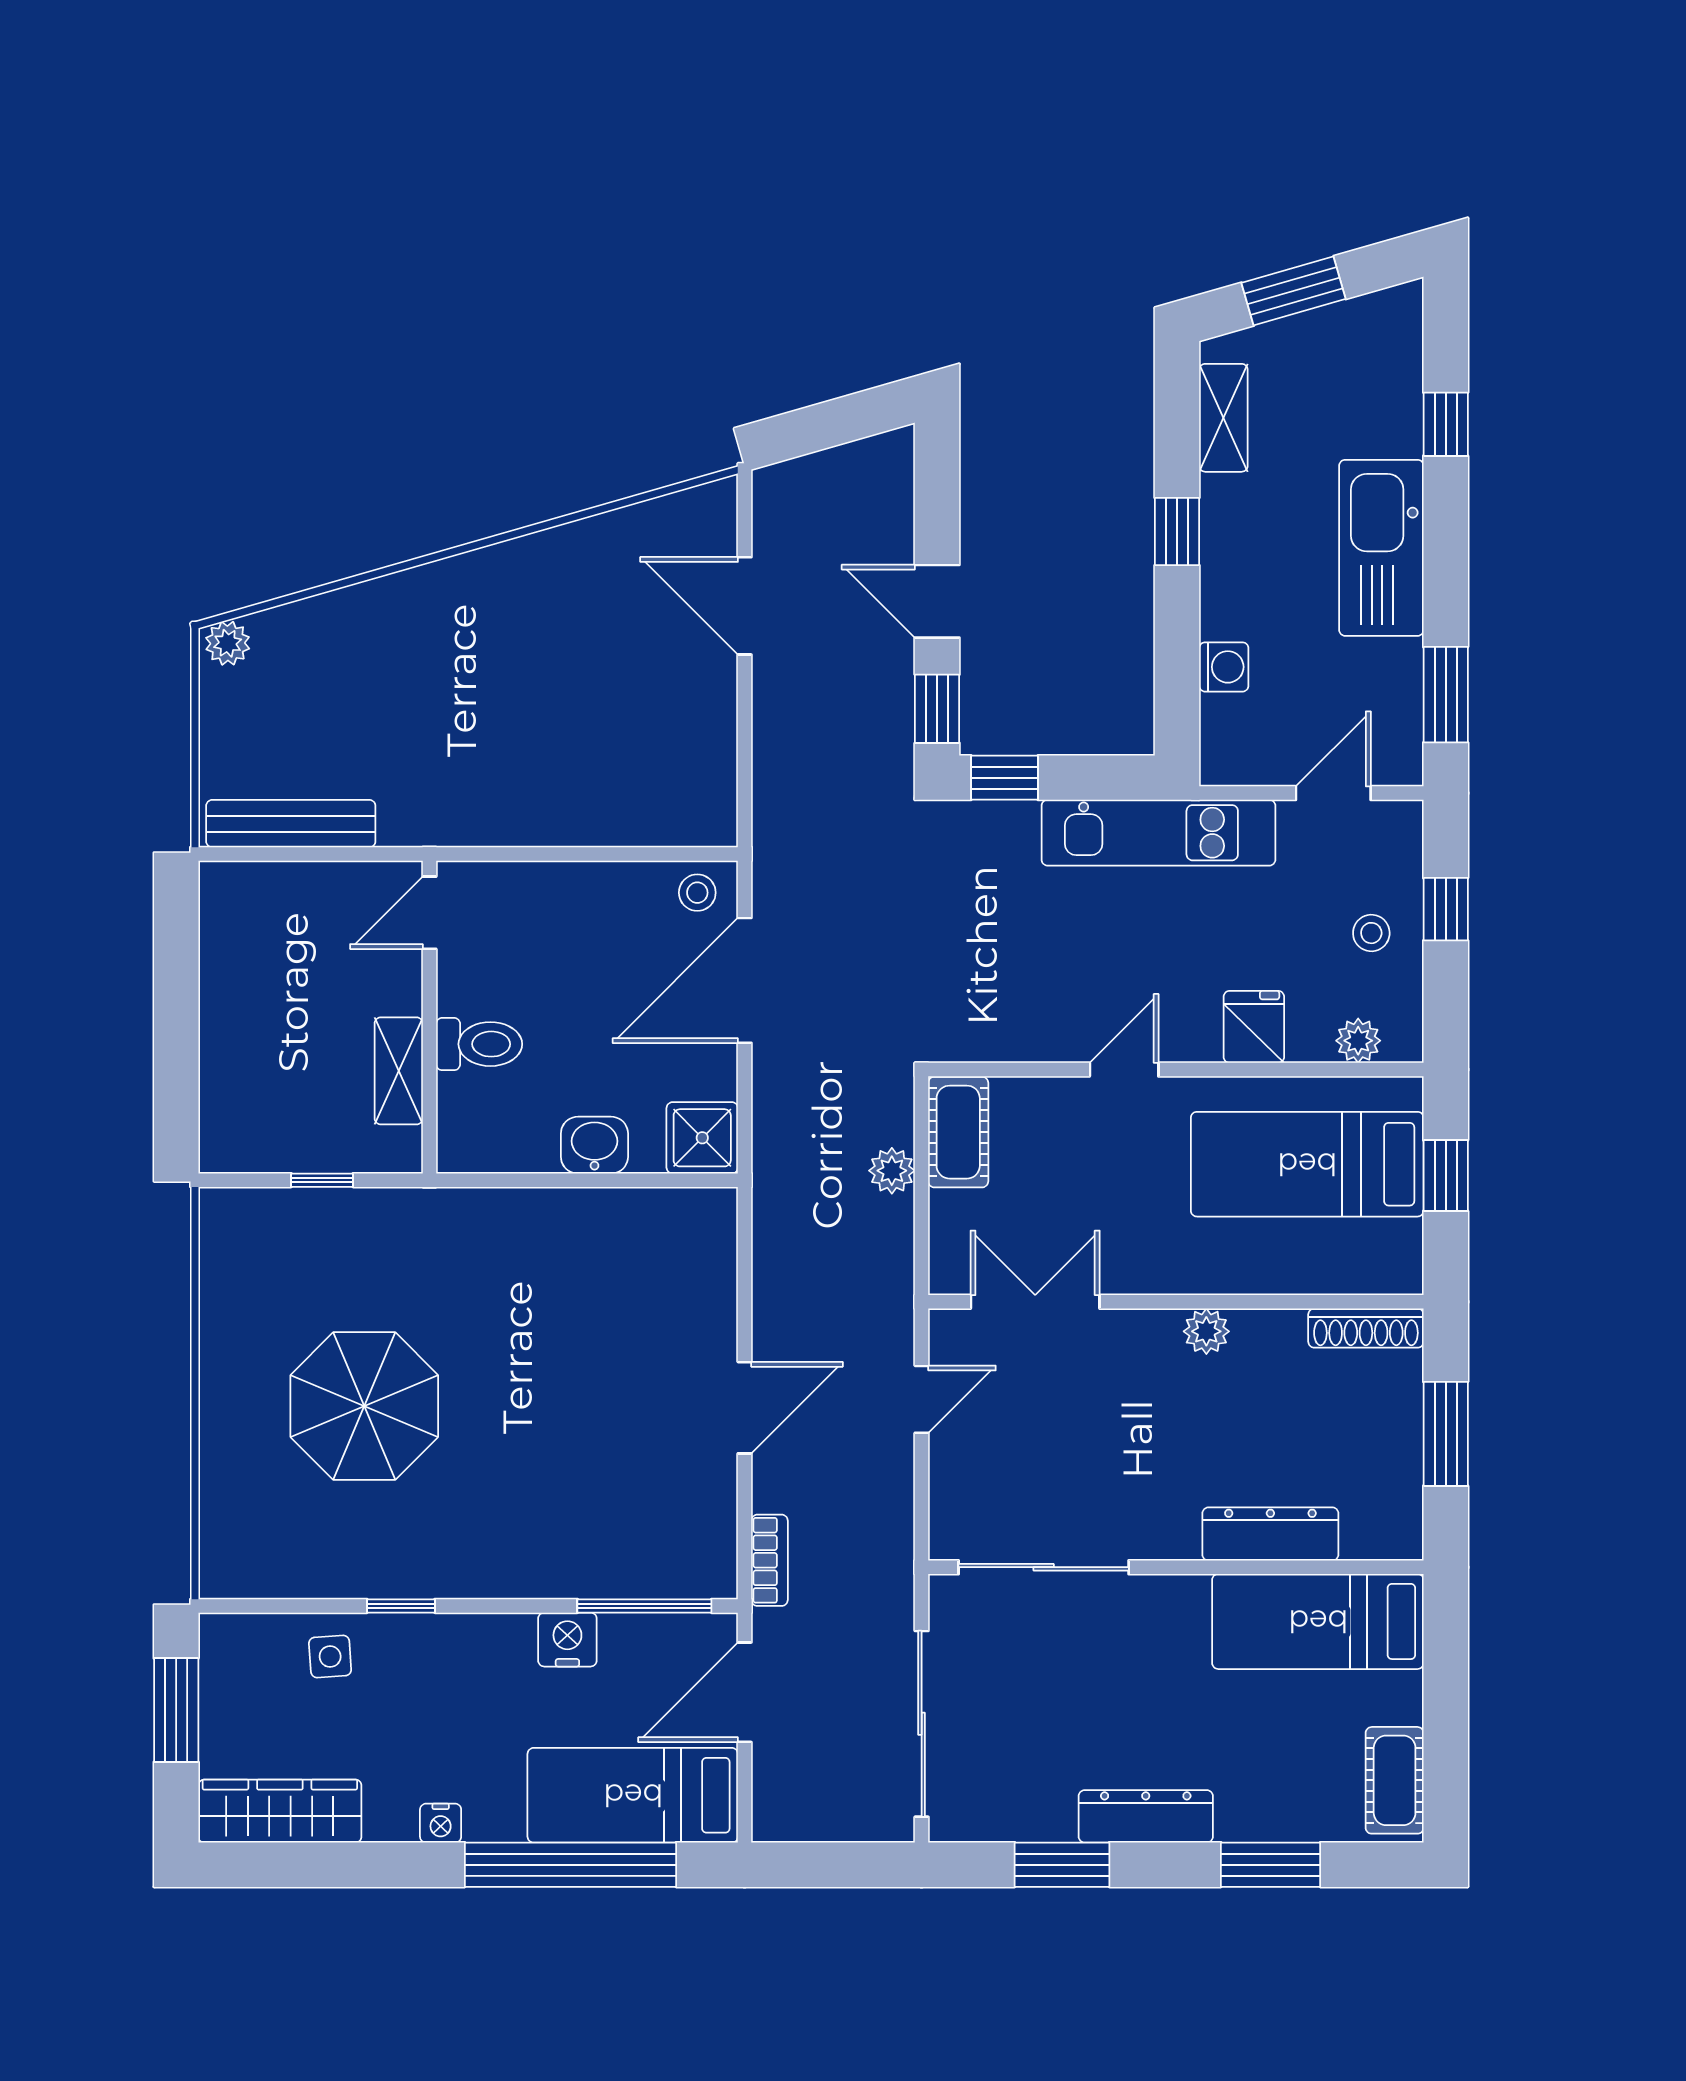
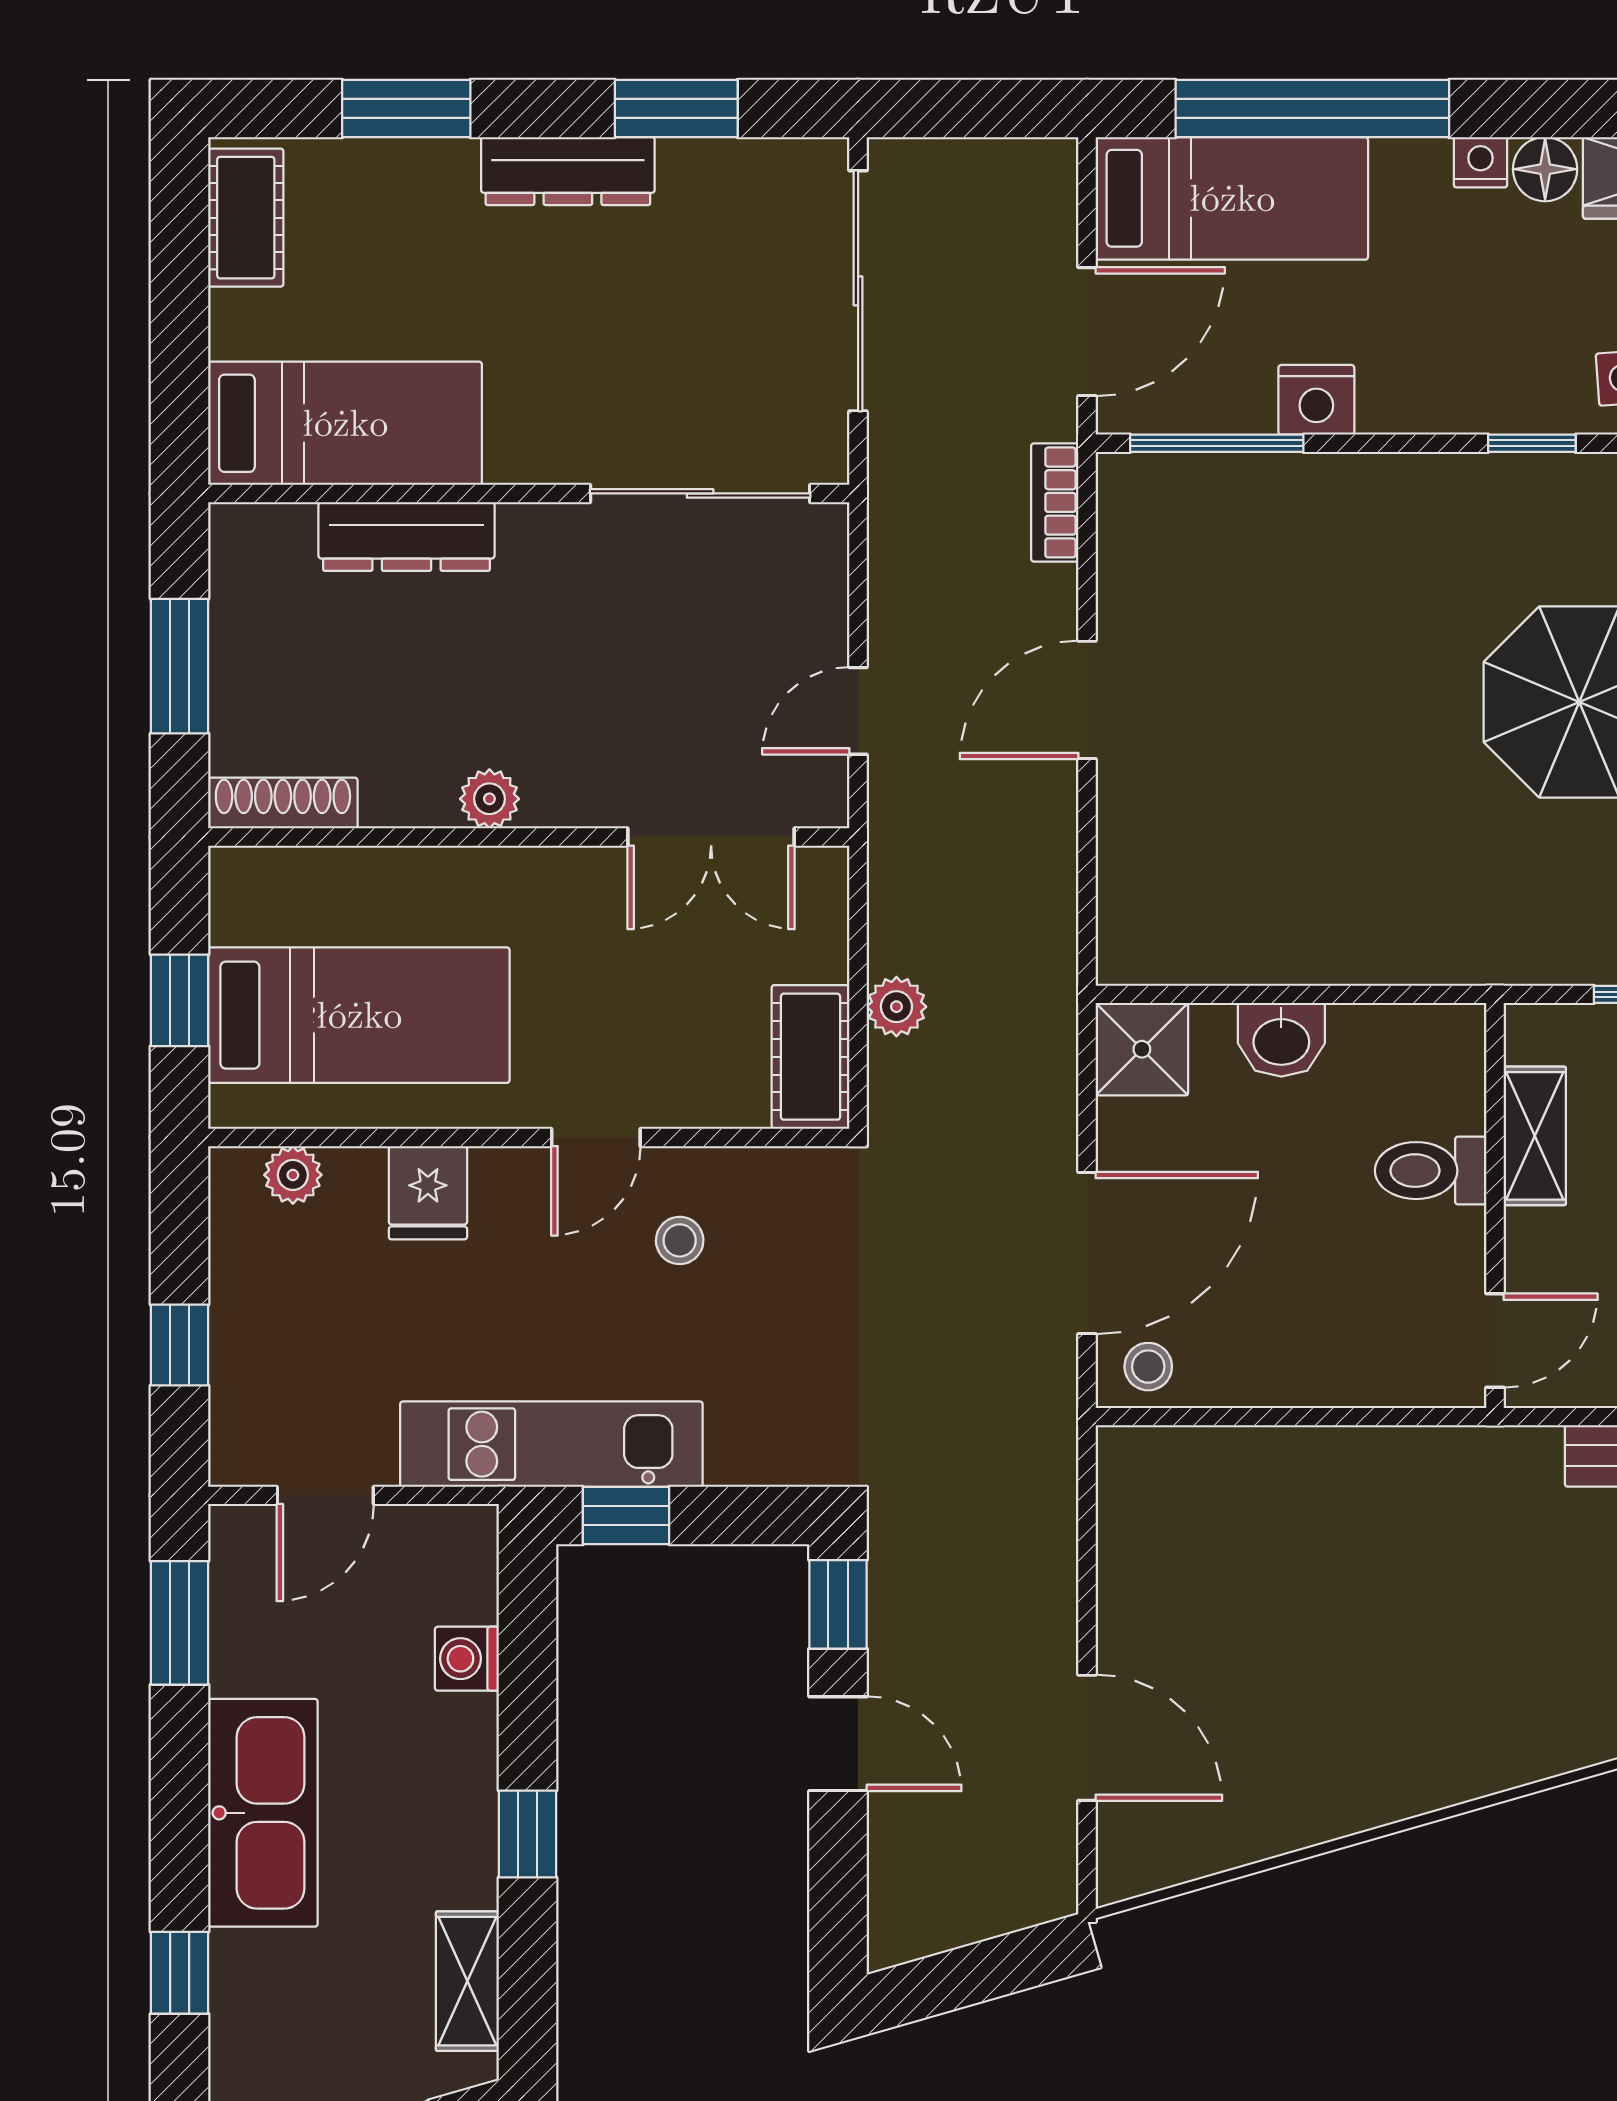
window: (1004, 778) -> (626, 1515), moved
stool: (1371, 933) -> (680, 1240), moved
floor lamp: (391, 1818) -> (1545, 169), added

